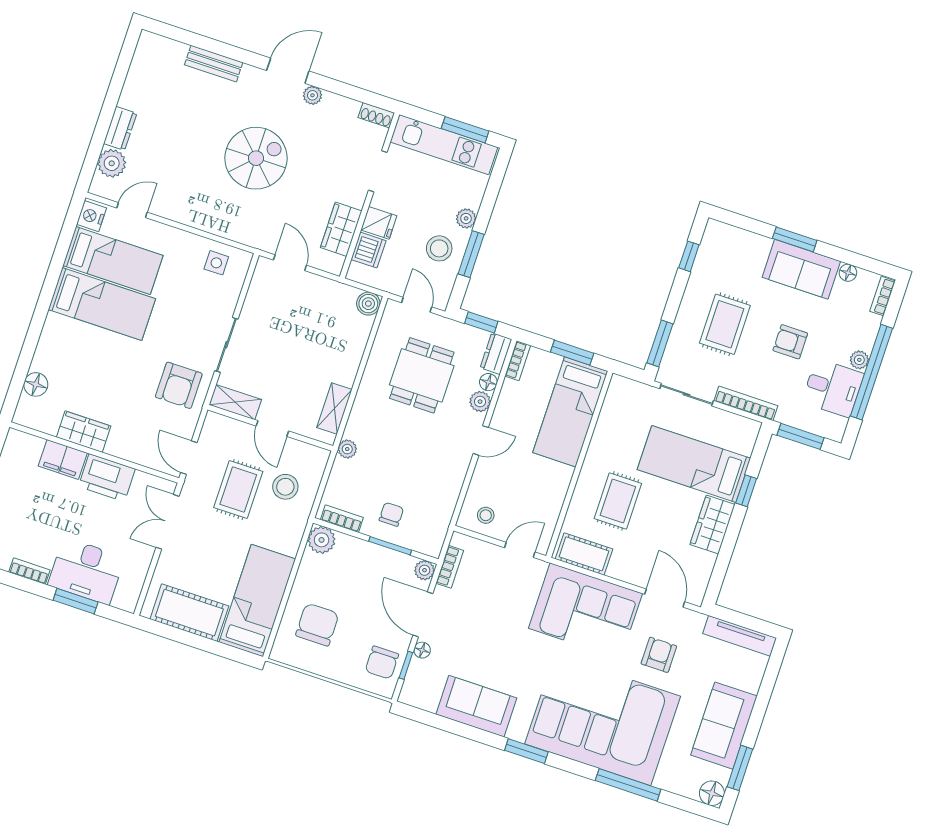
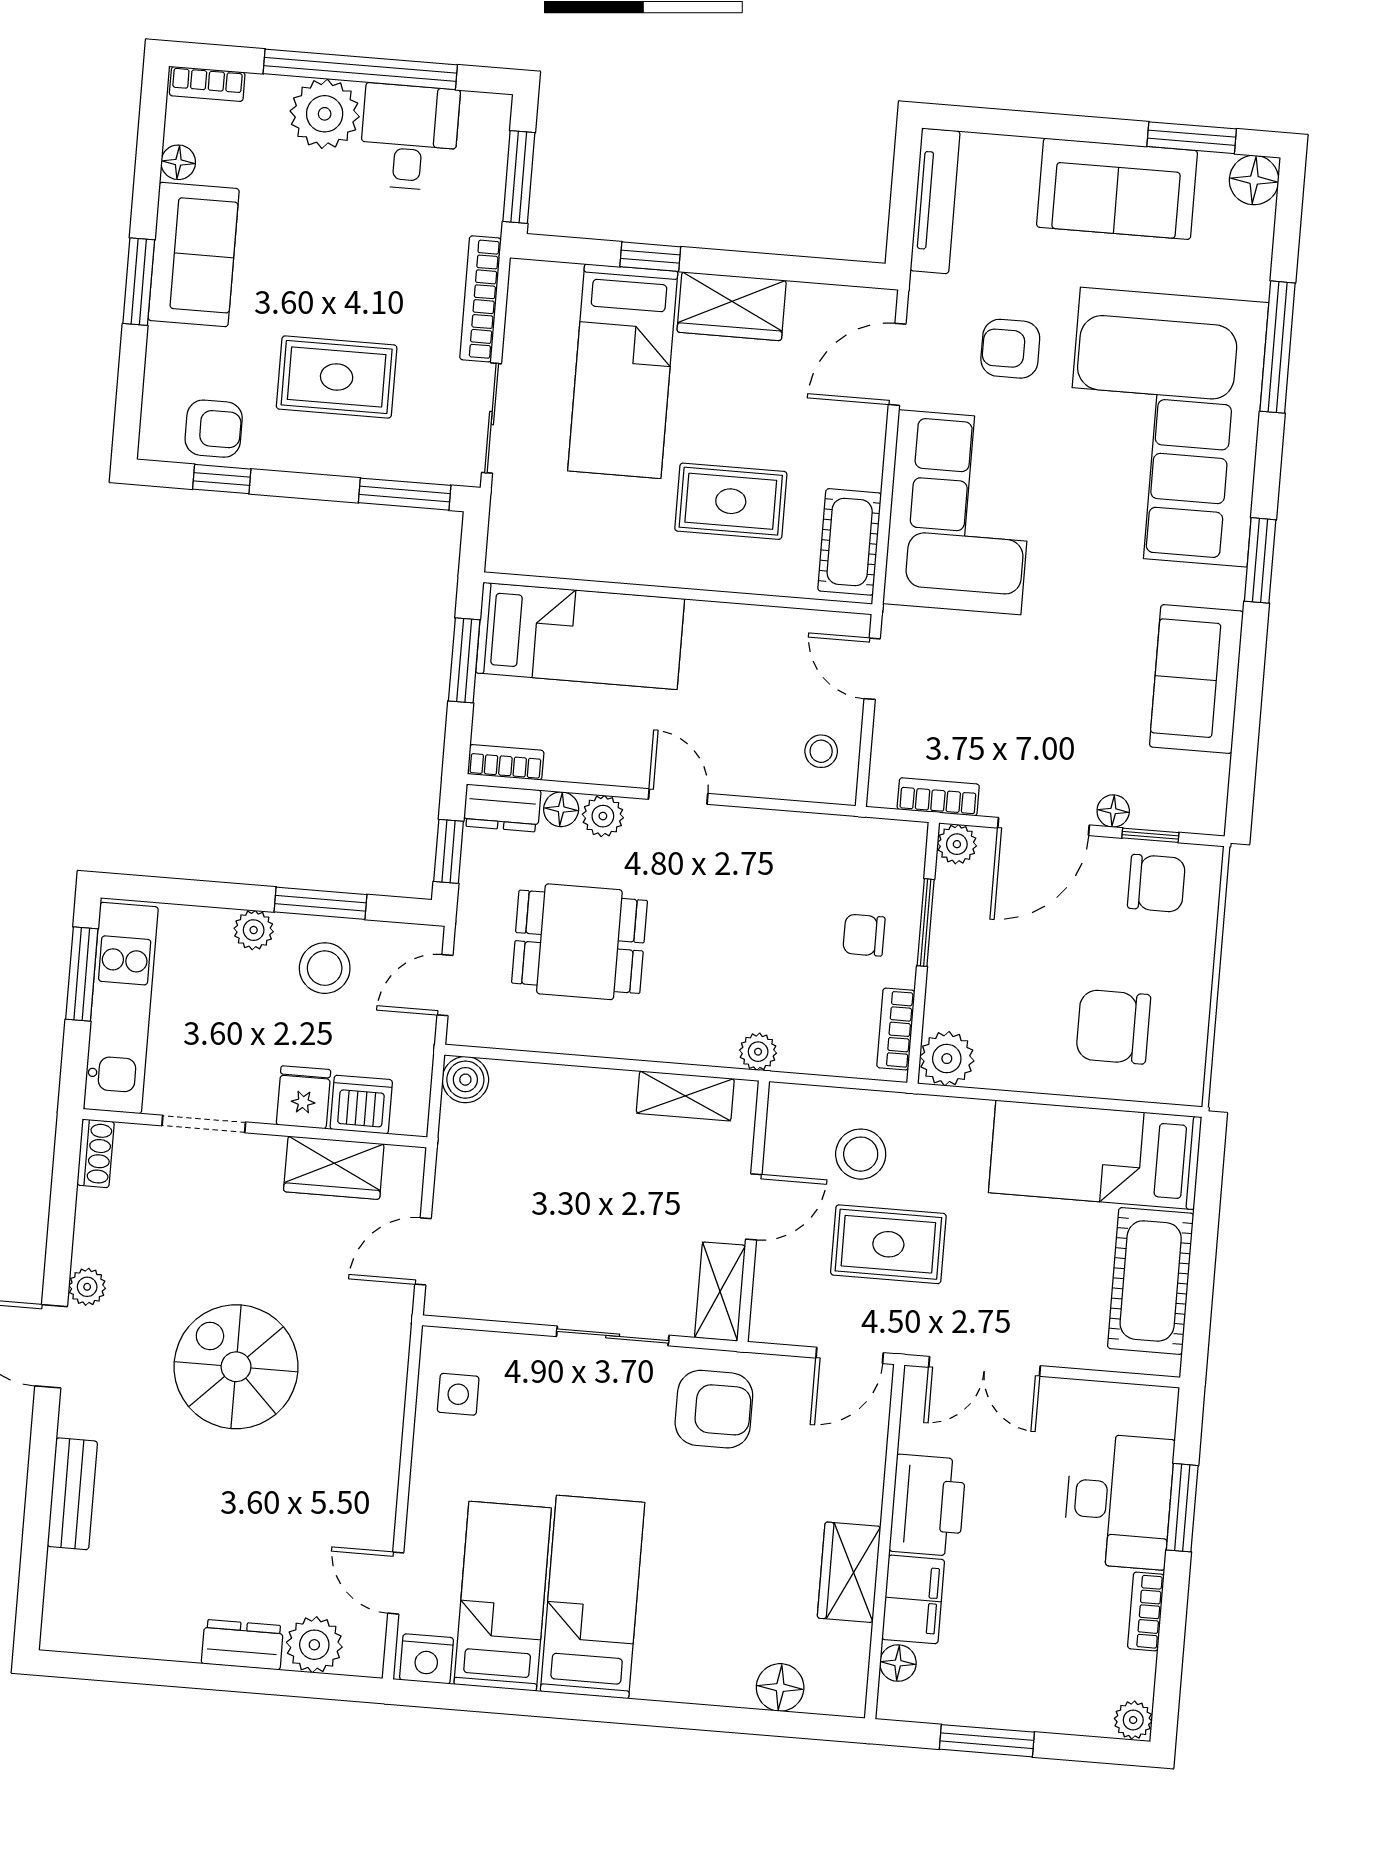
armchair: (790, 342) -> (214, 429), moved, turned -90
plant: (859, 360) -> (325, 114), width x1.88, depth x1.88
floor lamp: (34, 445) -> (898, 1663), added

